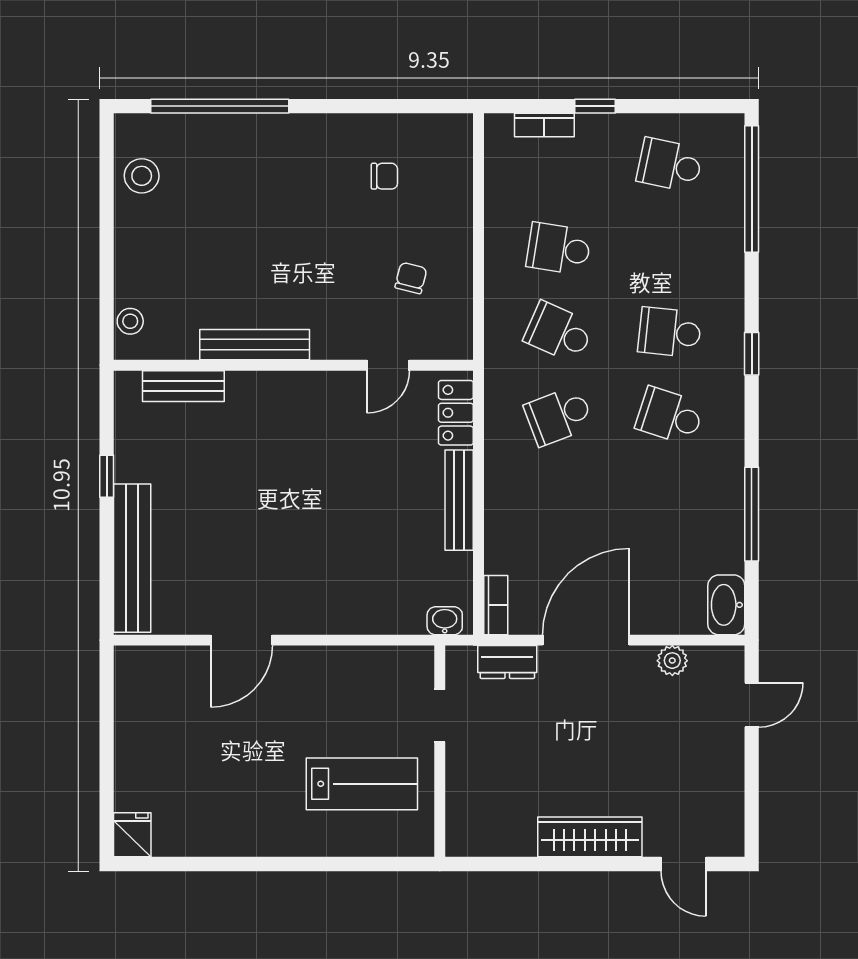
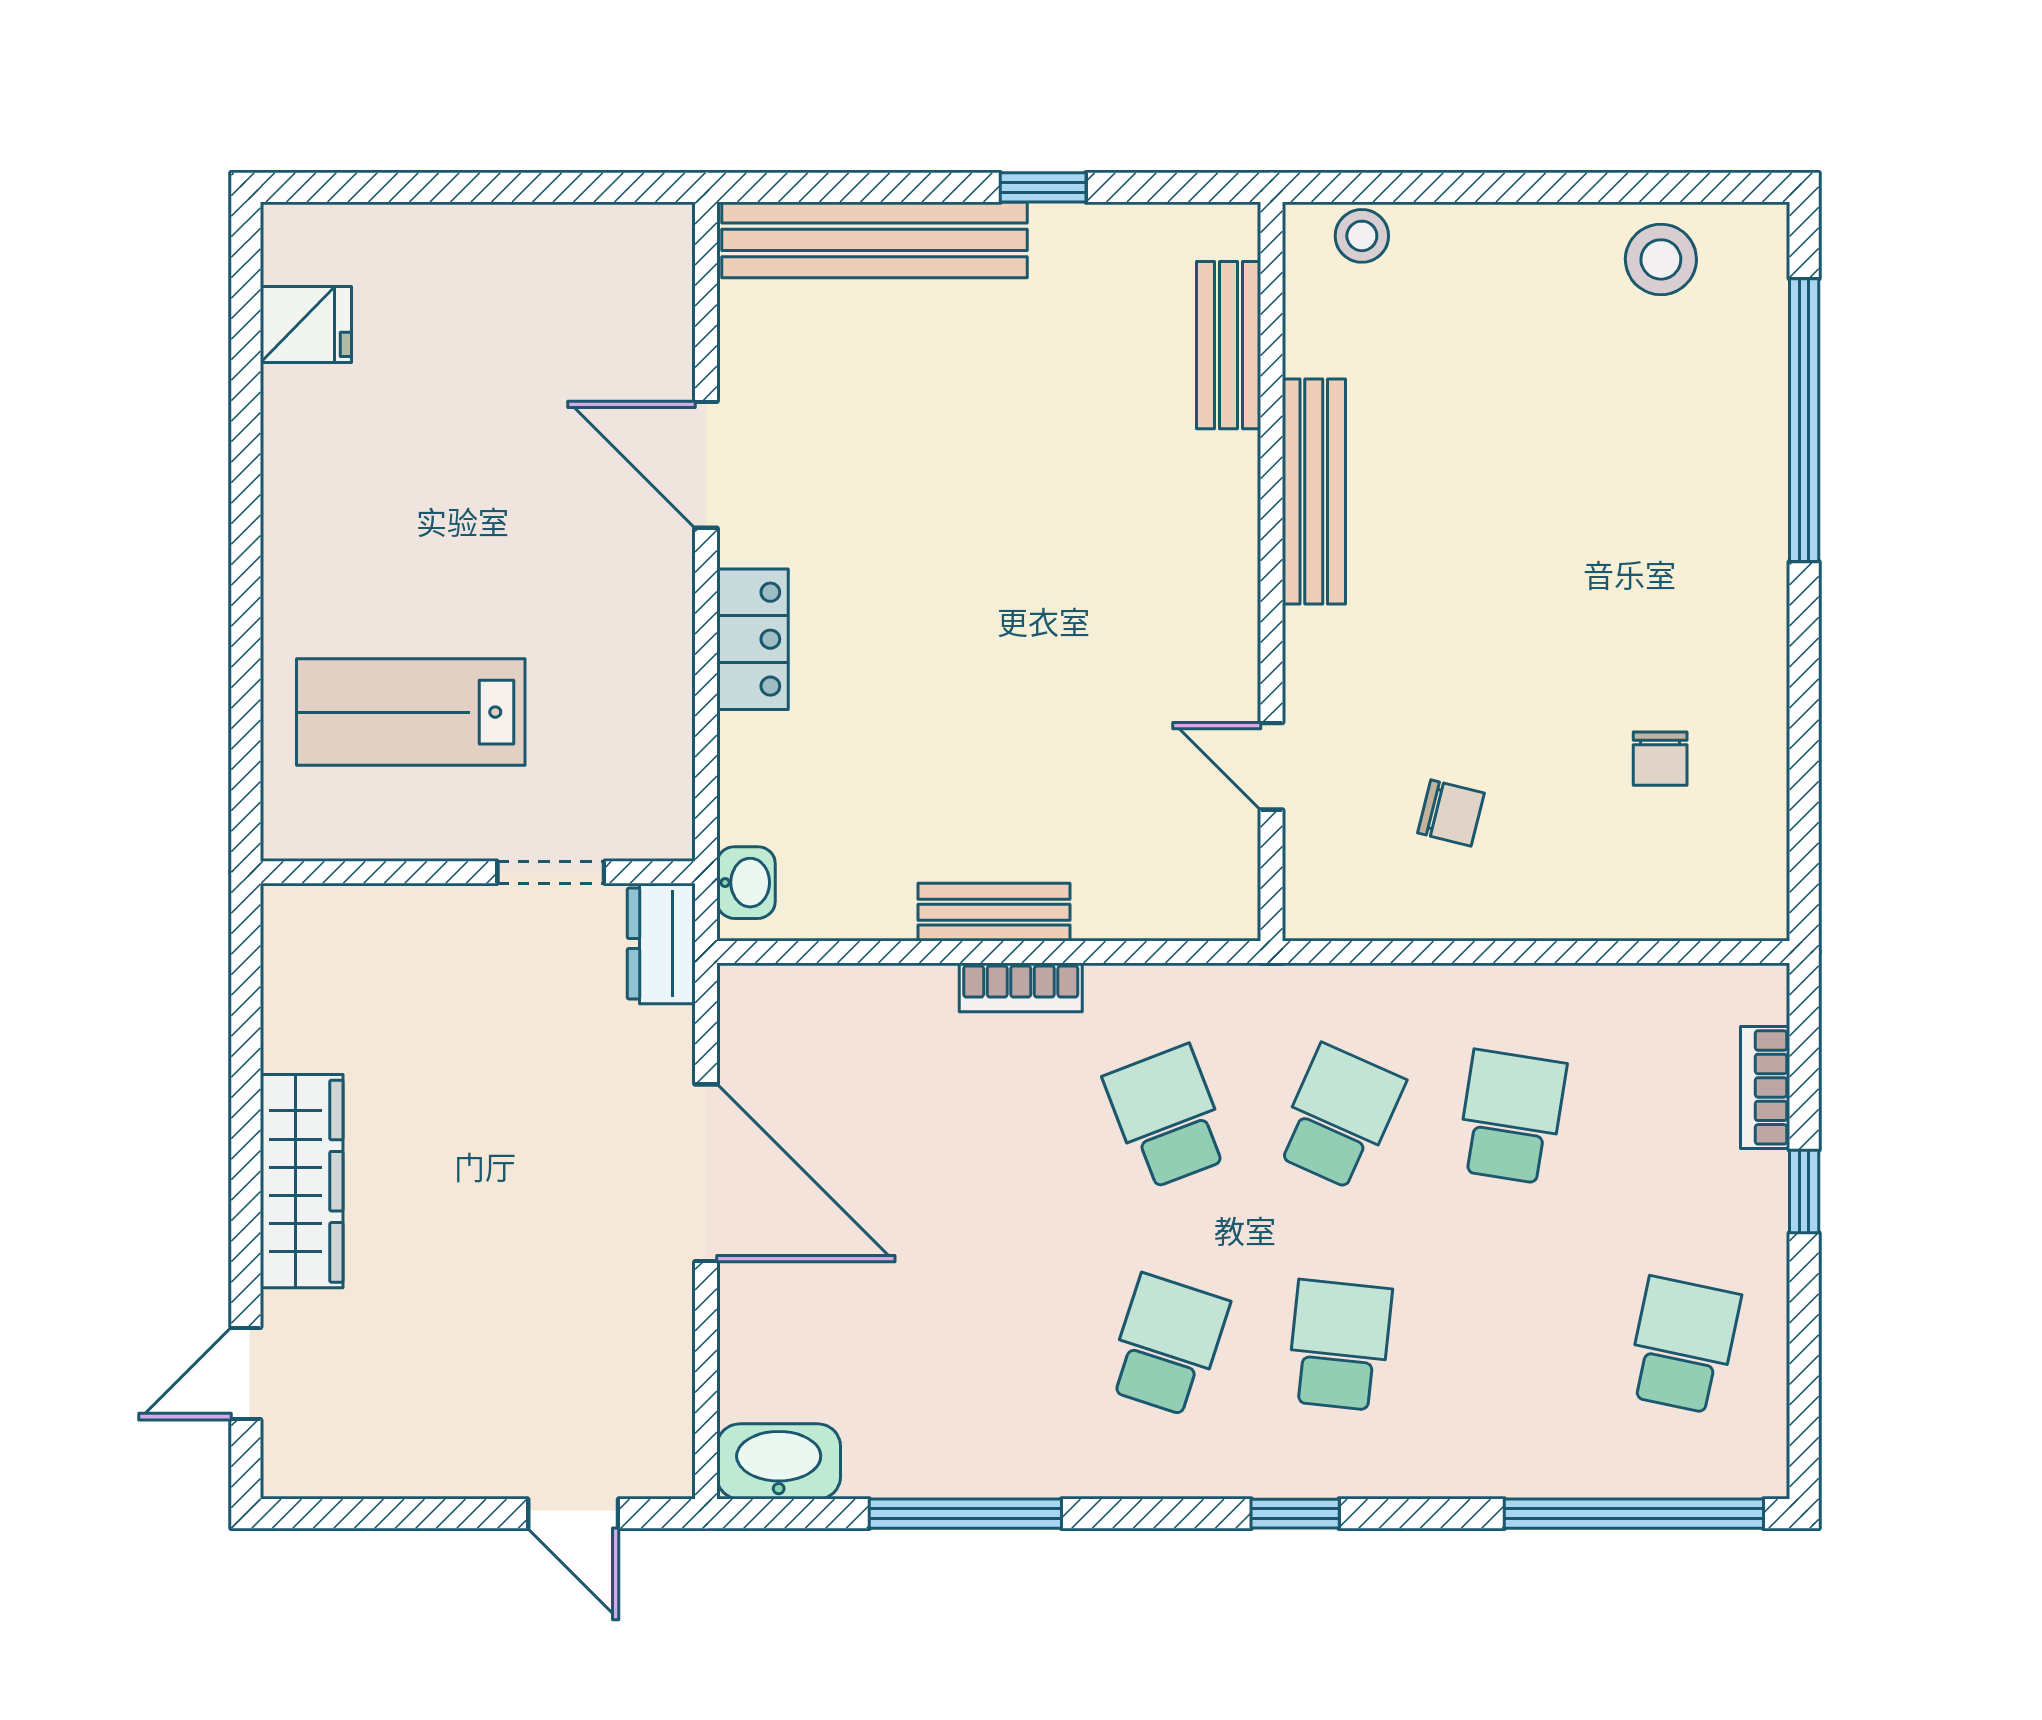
locker: (456, 413) -> (753, 639), moved, turned 90
bench: (459, 500) -> (994, 912), width x0.73
bookcase: (496, 605) -> (1021, 987), moved
plant: (672, 661) -> (664, 1350), removed
dresser: (507, 662) -> (661, 944), moved
lab bench: (362, 784) -> (411, 712), turned 90
fridge: (132, 835) -> (306, 325), moved

